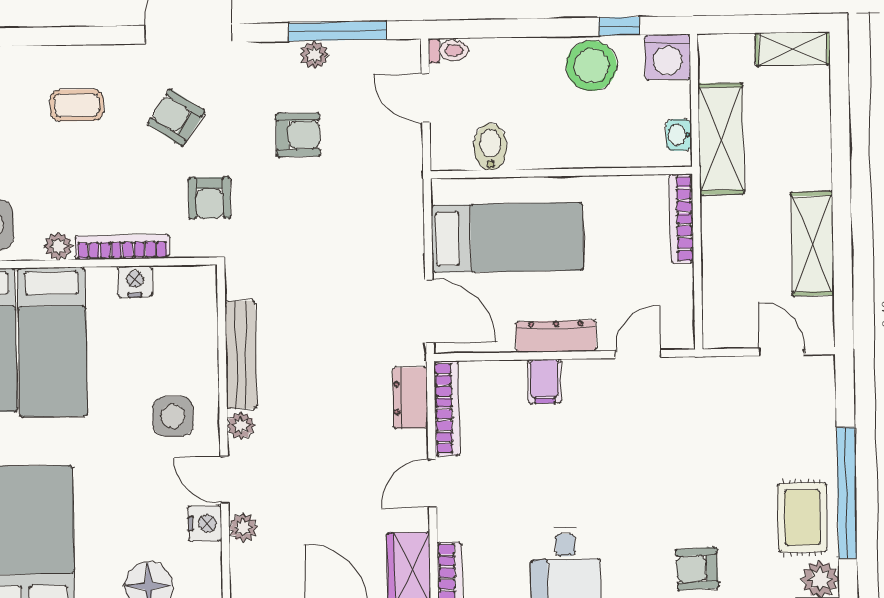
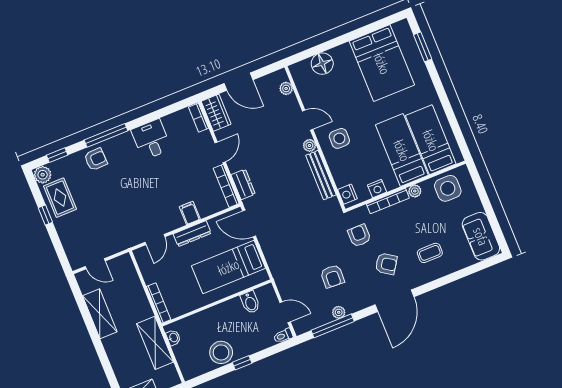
window: (619, 26) -> (242, 363), moved
washing machine: (668, 57) -> (191, 368), removed
armchair: (298, 135) -> (332, 276), turned -87
window: (847, 493) -> (45, 215), width x0.32
nightstand: (205, 523) -> (347, 194), moved
plant: (243, 527) -> (286, 88), moved

